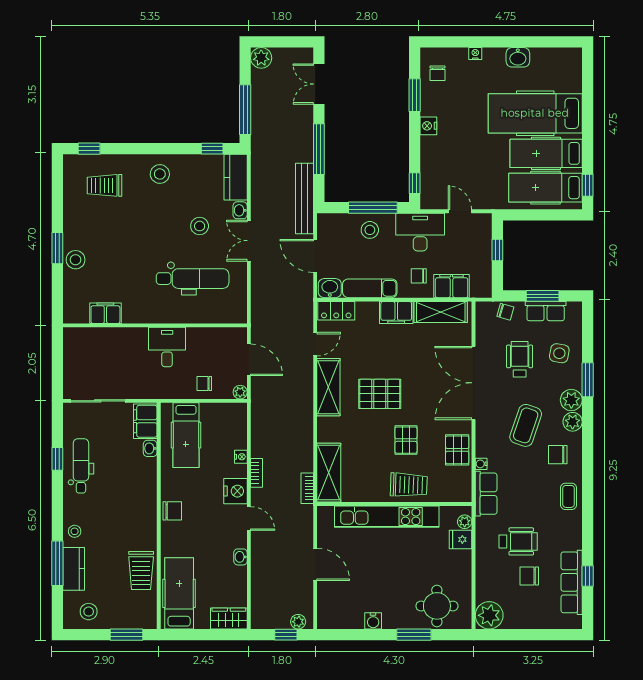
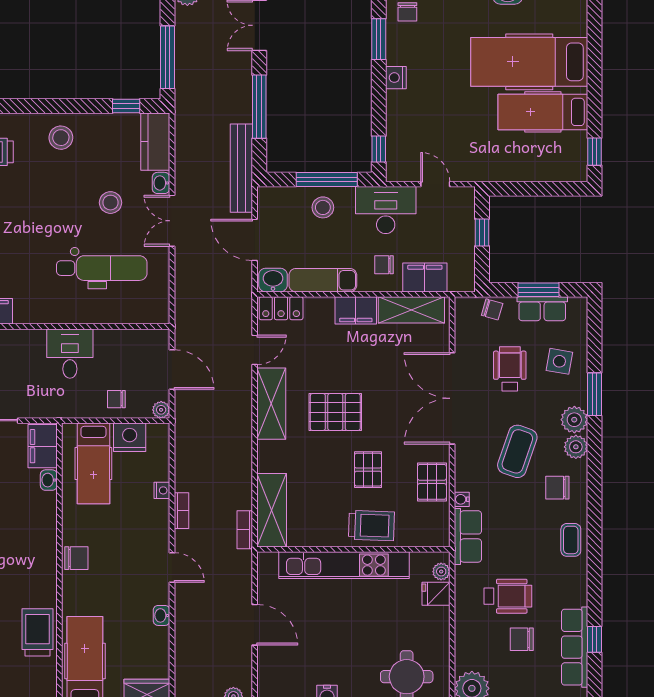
hospital bed: (545, 188) -> (542, 155), removed
nightstand: (236, 491) -> (130, 437), moved, turned -90
trolley: (141, 570) -> (38, 632), turned 180

